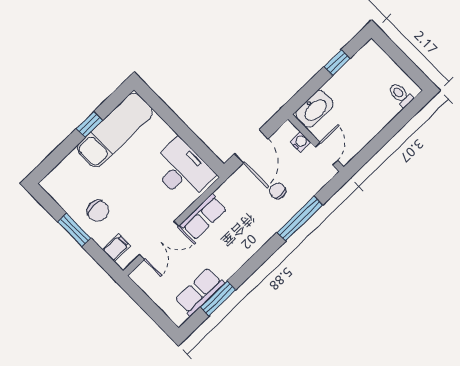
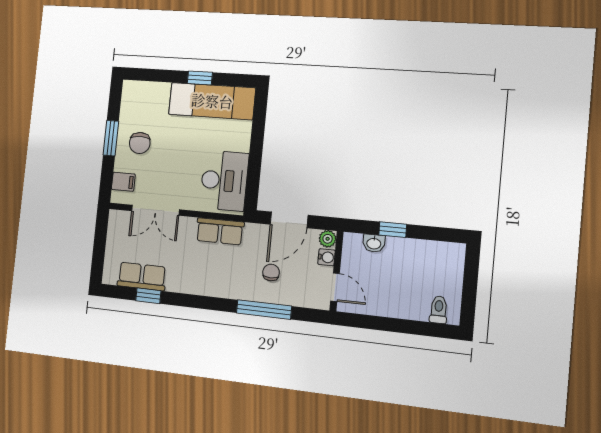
window: (337, 62) -> (393, 230), moved
washbasin: (314, 109) -> (374, 243), width x0.52, depth x0.69
plant: (288, 130) -> (328, 239), added
door: (326, 154) -> (335, 287), hinge flipped
row of seats: (203, 217) -> (220, 231), moved
window: (218, 298) -> (148, 296), width x0.67

